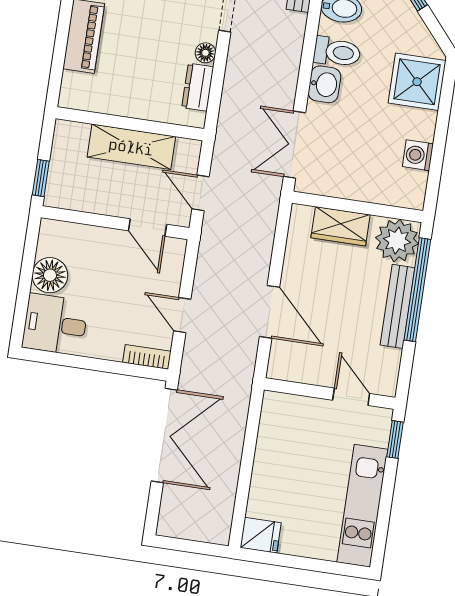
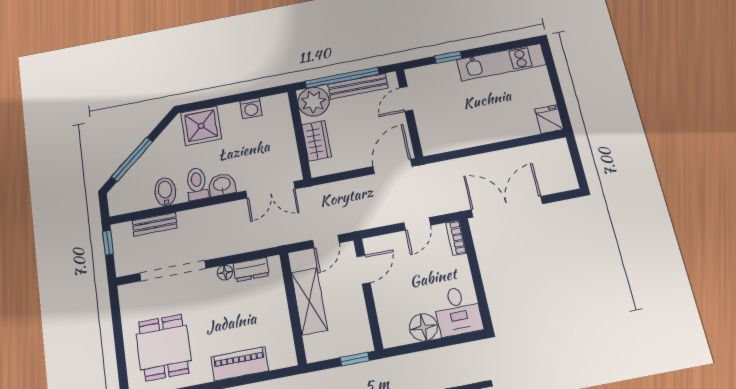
wall: (330, 394) -> (409, 113), moved
door: (351, 397) -> (406, 99), moved

